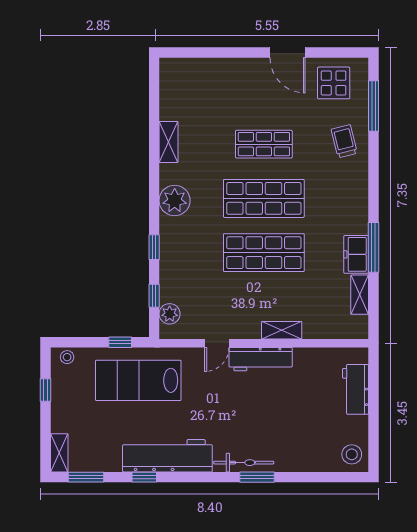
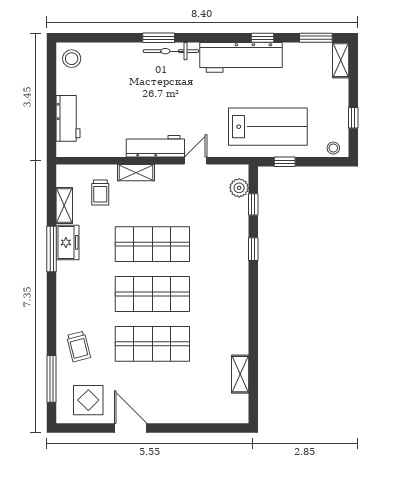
shelving: (169, 142) -> (240, 374), moved
shop shelf: (264, 144) -> (152, 344), width x1.43, depth x1.36
plant: (175, 201) -> (234, 292), removed
trolley: (320, 309) -> (100, 193), added

